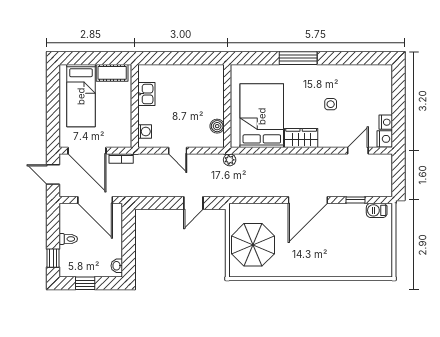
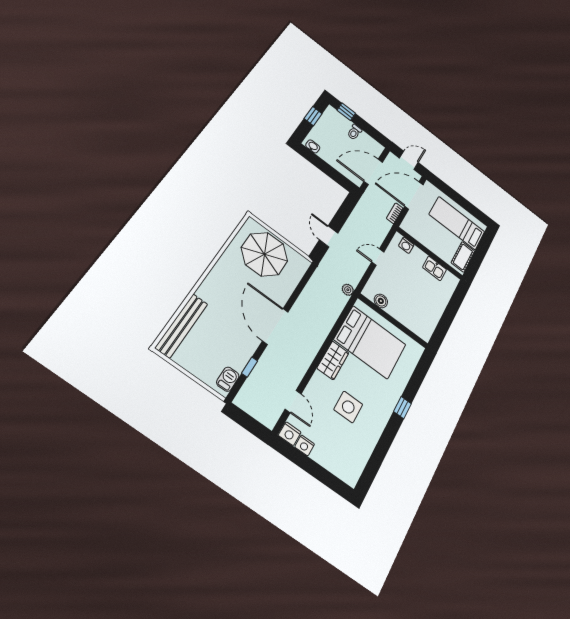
window: (298, 58) -> (402, 408), width x0.46
side table: (331, 104) -> (348, 407), width x1.87, depth x1.87
bench: (361, 269) -> (182, 326), added

